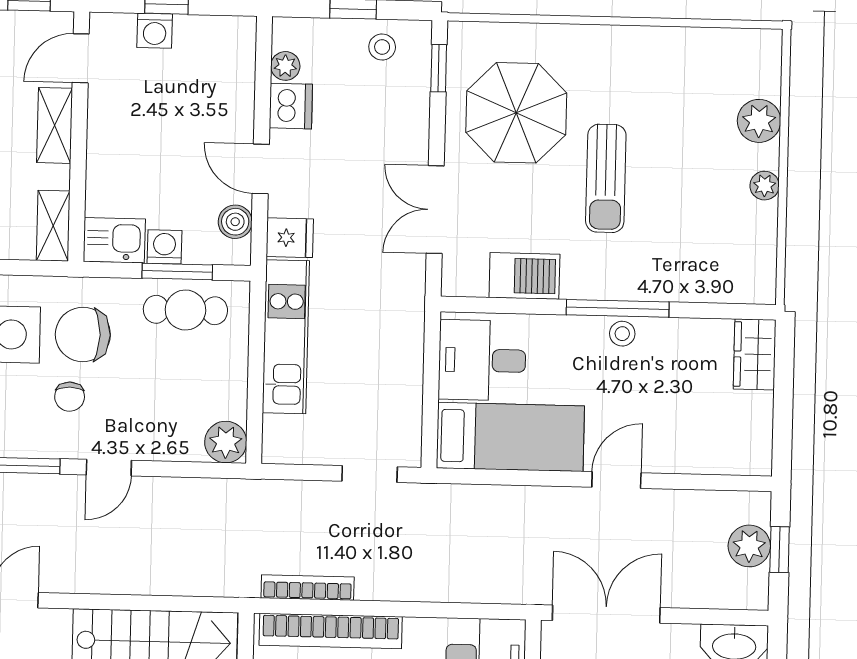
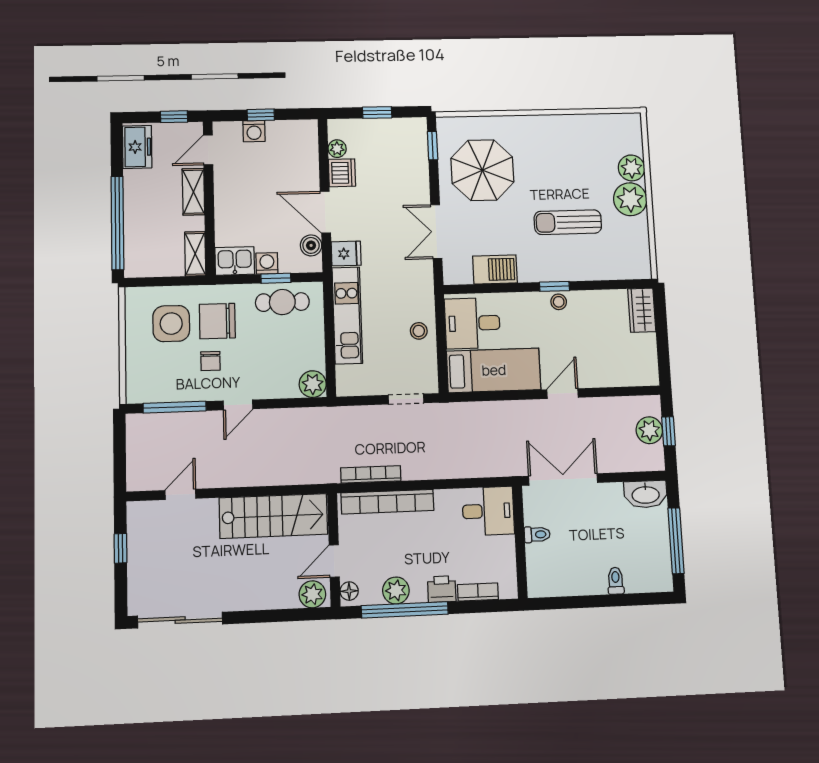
stool: (382, 47) -> (419, 331), moved
door: (261, 169) -> (325, 212), width x1.38
sun lounger: (606, 178) -> (568, 222), moved, turned 90
plant: (765, 186) -> (630, 199), width x1.88, depth x1.88
window: (177, 272) -> (276, 278), width x0.67
window: (618, 308) -> (555, 286), width x0.46

